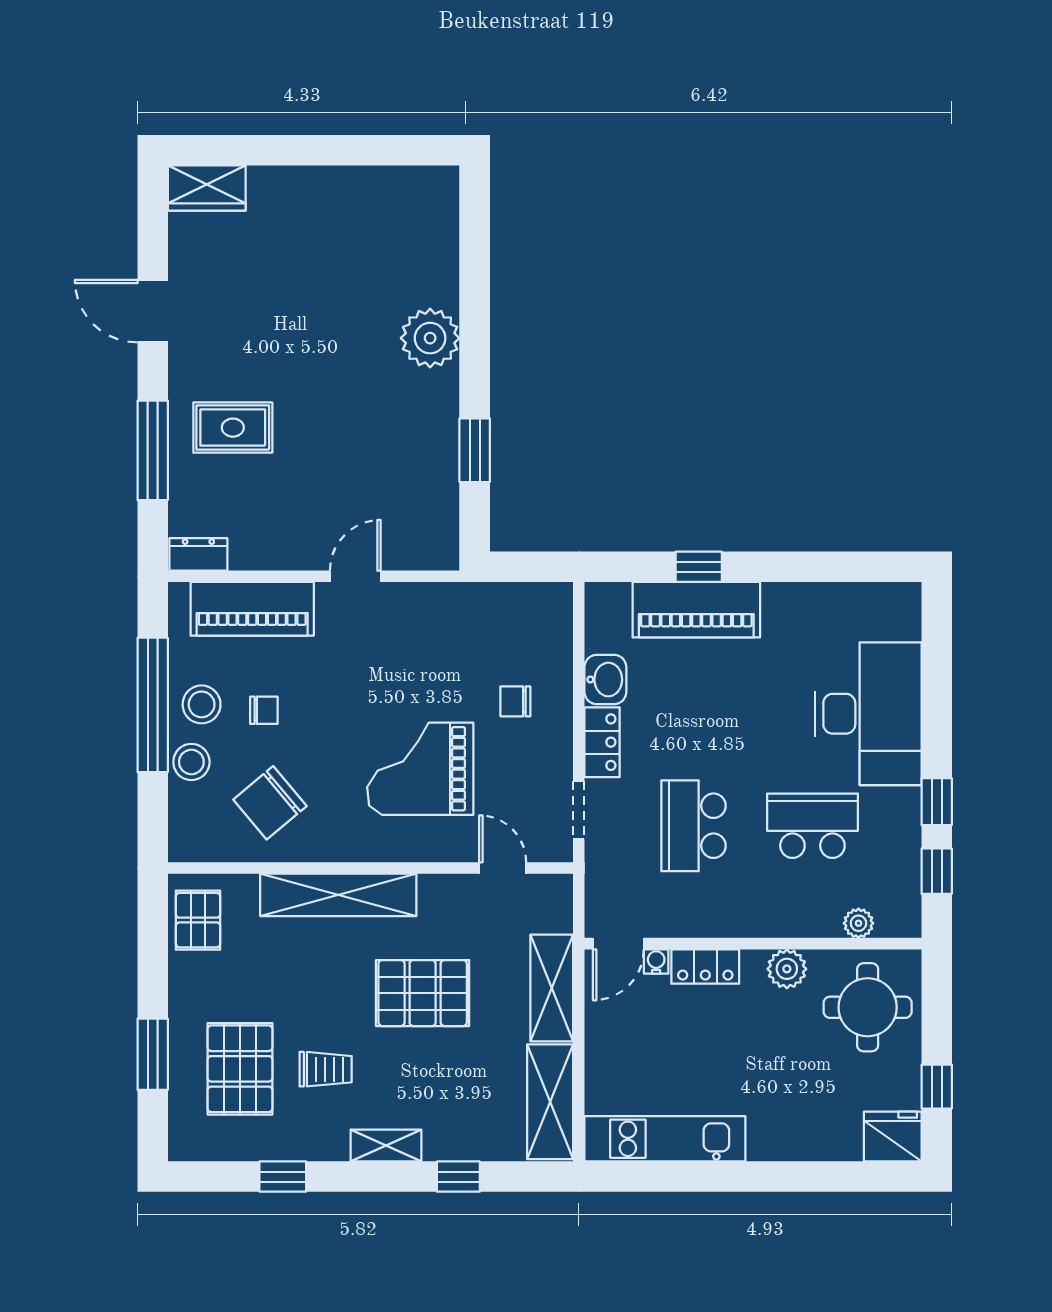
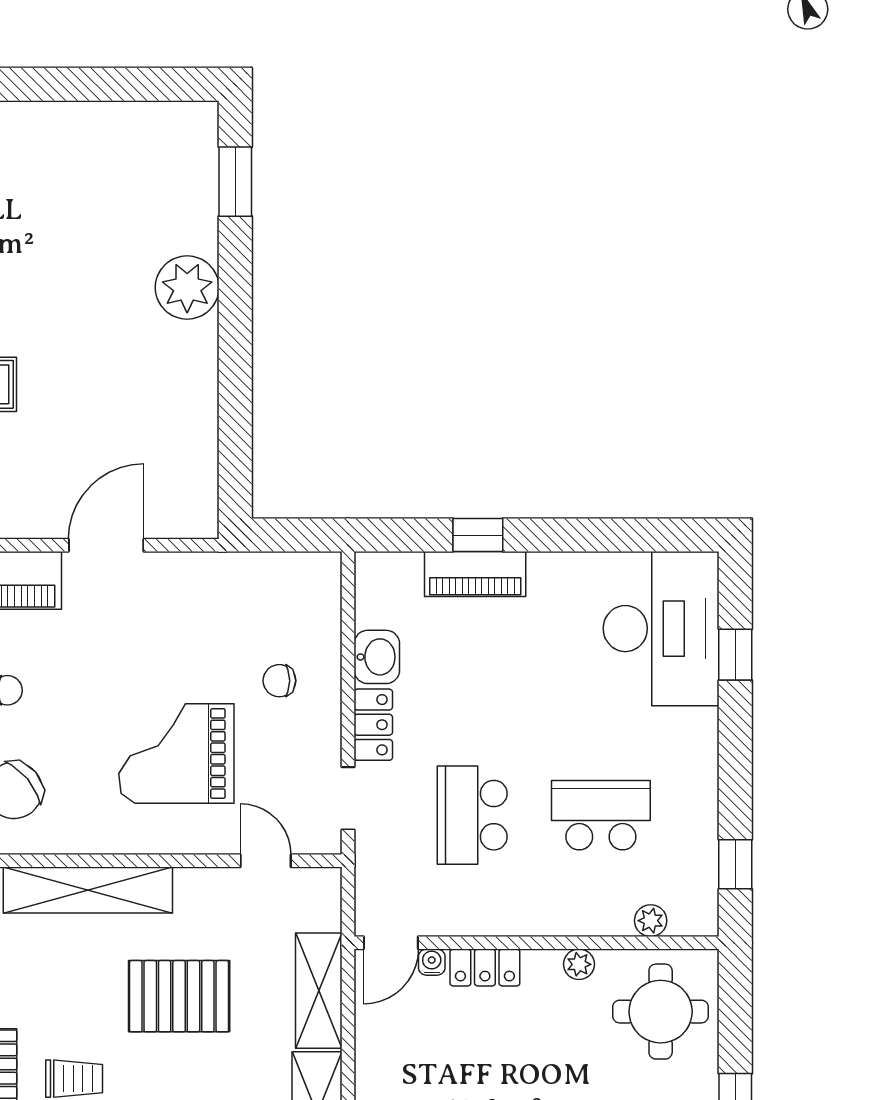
window: (475, 450) -> (235, 182), moved
door: (355, 576) -> (106, 545), width x1.38
piano: (696, 610) -> (475, 574), width x0.73, depth x0.75
desk: (868, 714) -> (661, 629), moved
window: (937, 802) -> (735, 655), moved
plant: (787, 969) -> (579, 964), width x0.73, depth x0.73

